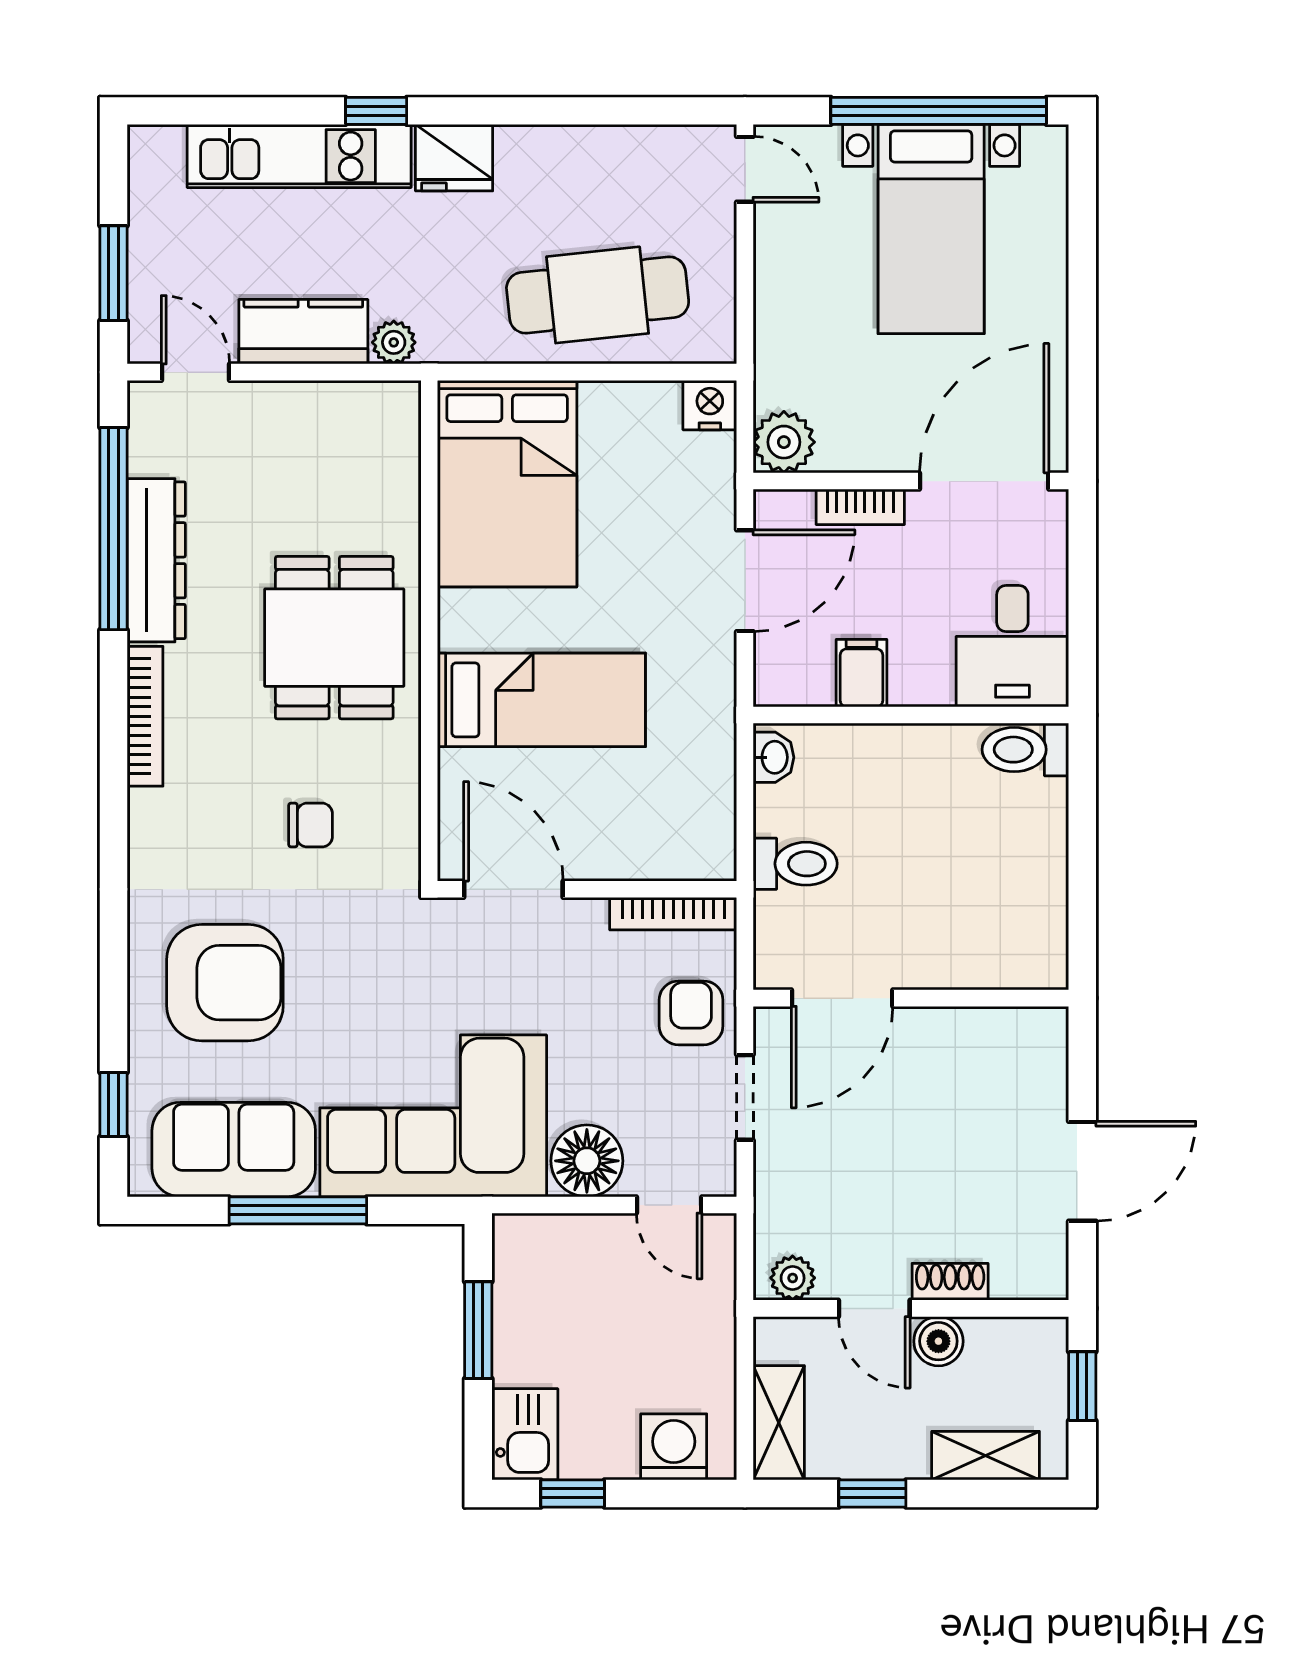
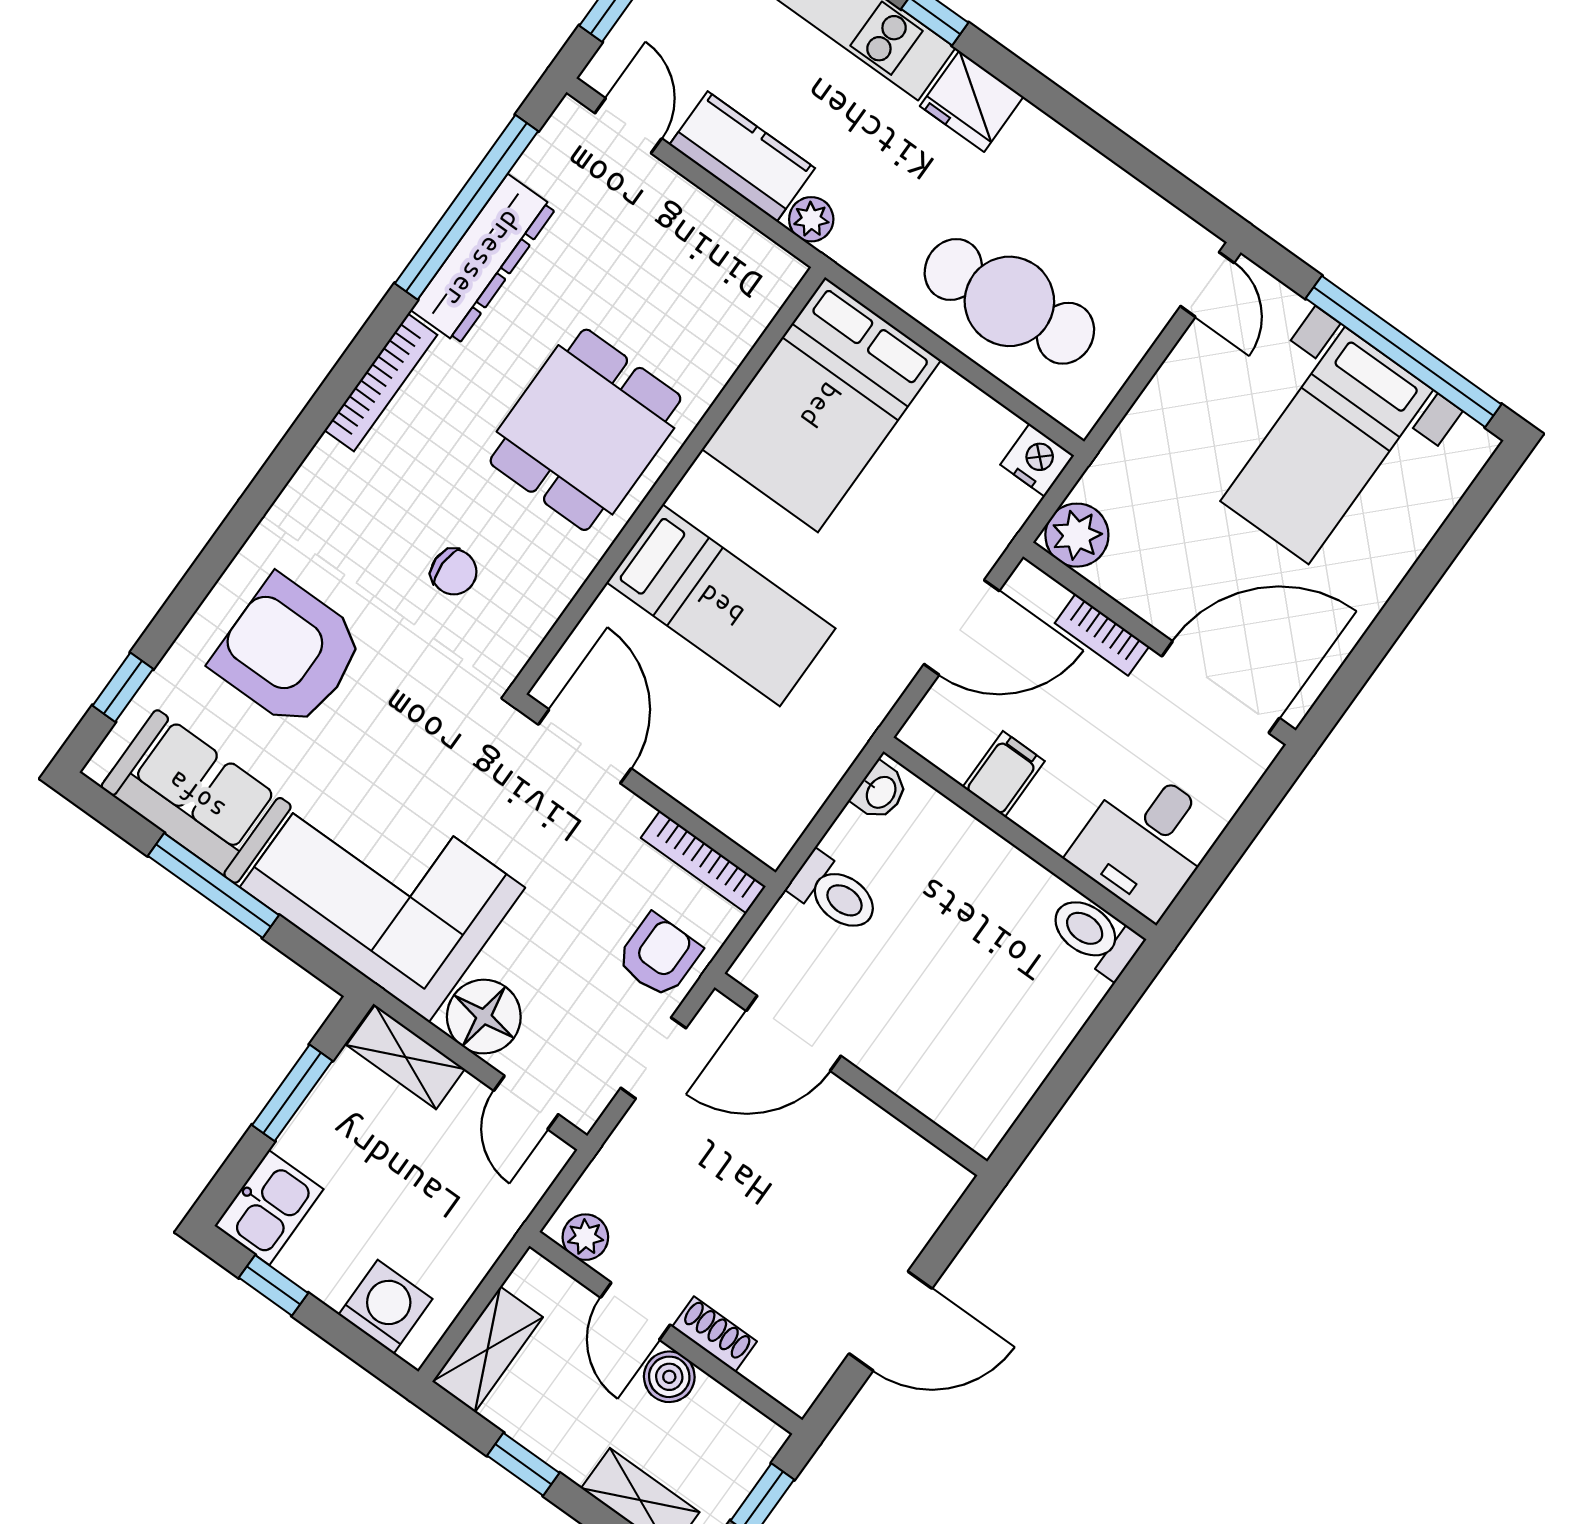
armchair: (225, 983) -> (289, 652), turned 180
shelving: (548, 1237) -> (406, 1057), added

